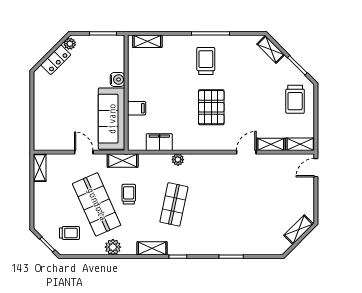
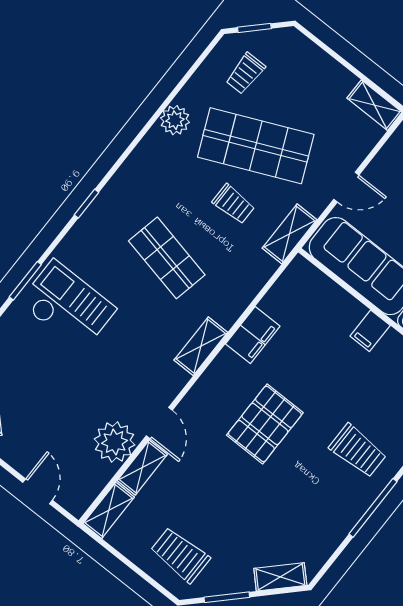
trolley: (206, 61) -> (358, 451), moved
pallet: (211, 107) -> (265, 424), turned 90
filing cabinet: (137, 108) -> (370, 331), moved
filing cabinet: (159, 142) -> (253, 335), moved
plant: (178, 160) -> (115, 442), moved, width x1.87, depth x1.87
door: (316, 168) -> (38, 491), moved
checkout: (227, 230) -> (68, 306), added
shelving: (152, 248) -> (201, 346), moved

